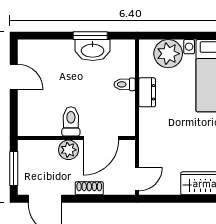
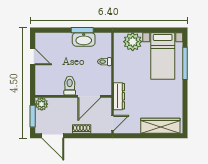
dresser: (147, 92) -> (119, 96), moved, width x1.44
plant: (69, 150) -> (42, 104), moved

